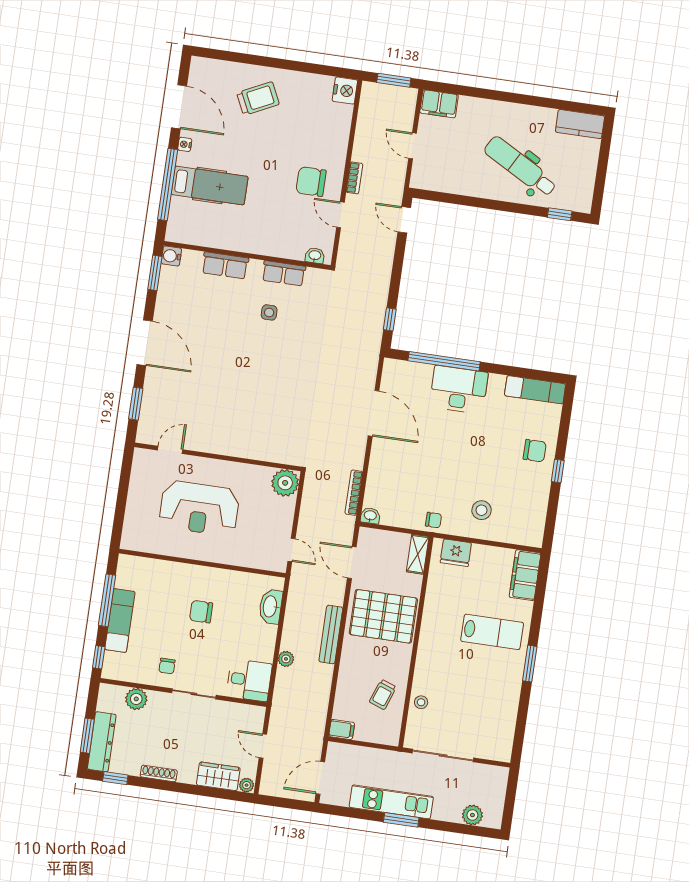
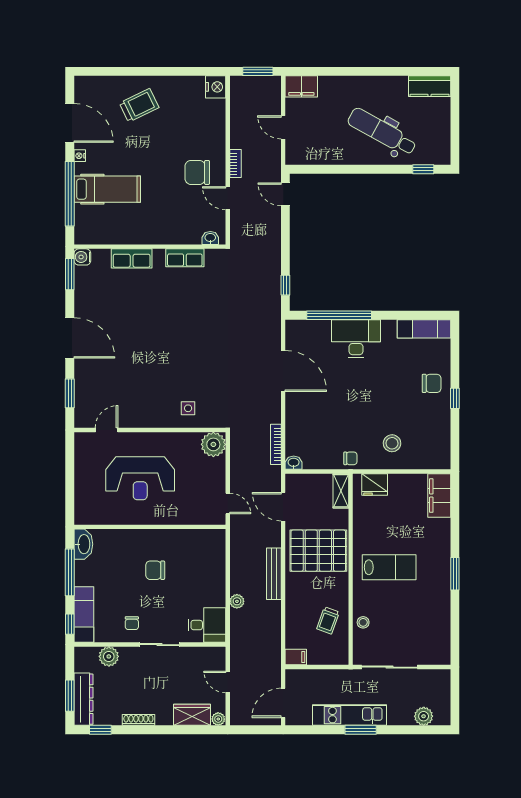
side table: (269, 312) -> (188, 408), moved
washbasin: (271, 606) -> (83, 544), moved, turned 180
exam couch: (120, 620) -> (84, 615), moved
lab bench: (492, 632) -> (389, 567), moved

